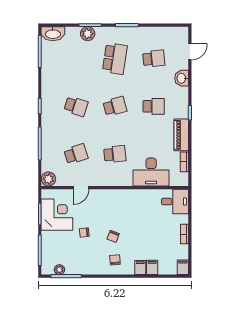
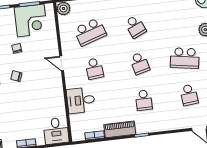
washbasin: (182, 78) -> (173, 124), removed
school desk: (76, 106) -> (135, 27), turned -42
school desk: (76, 154) -> (90, 32), width x1.85
desk: (151, 172) -> (81, 100), width x0.73
door: (81, 188) -> (62, 63), moved

